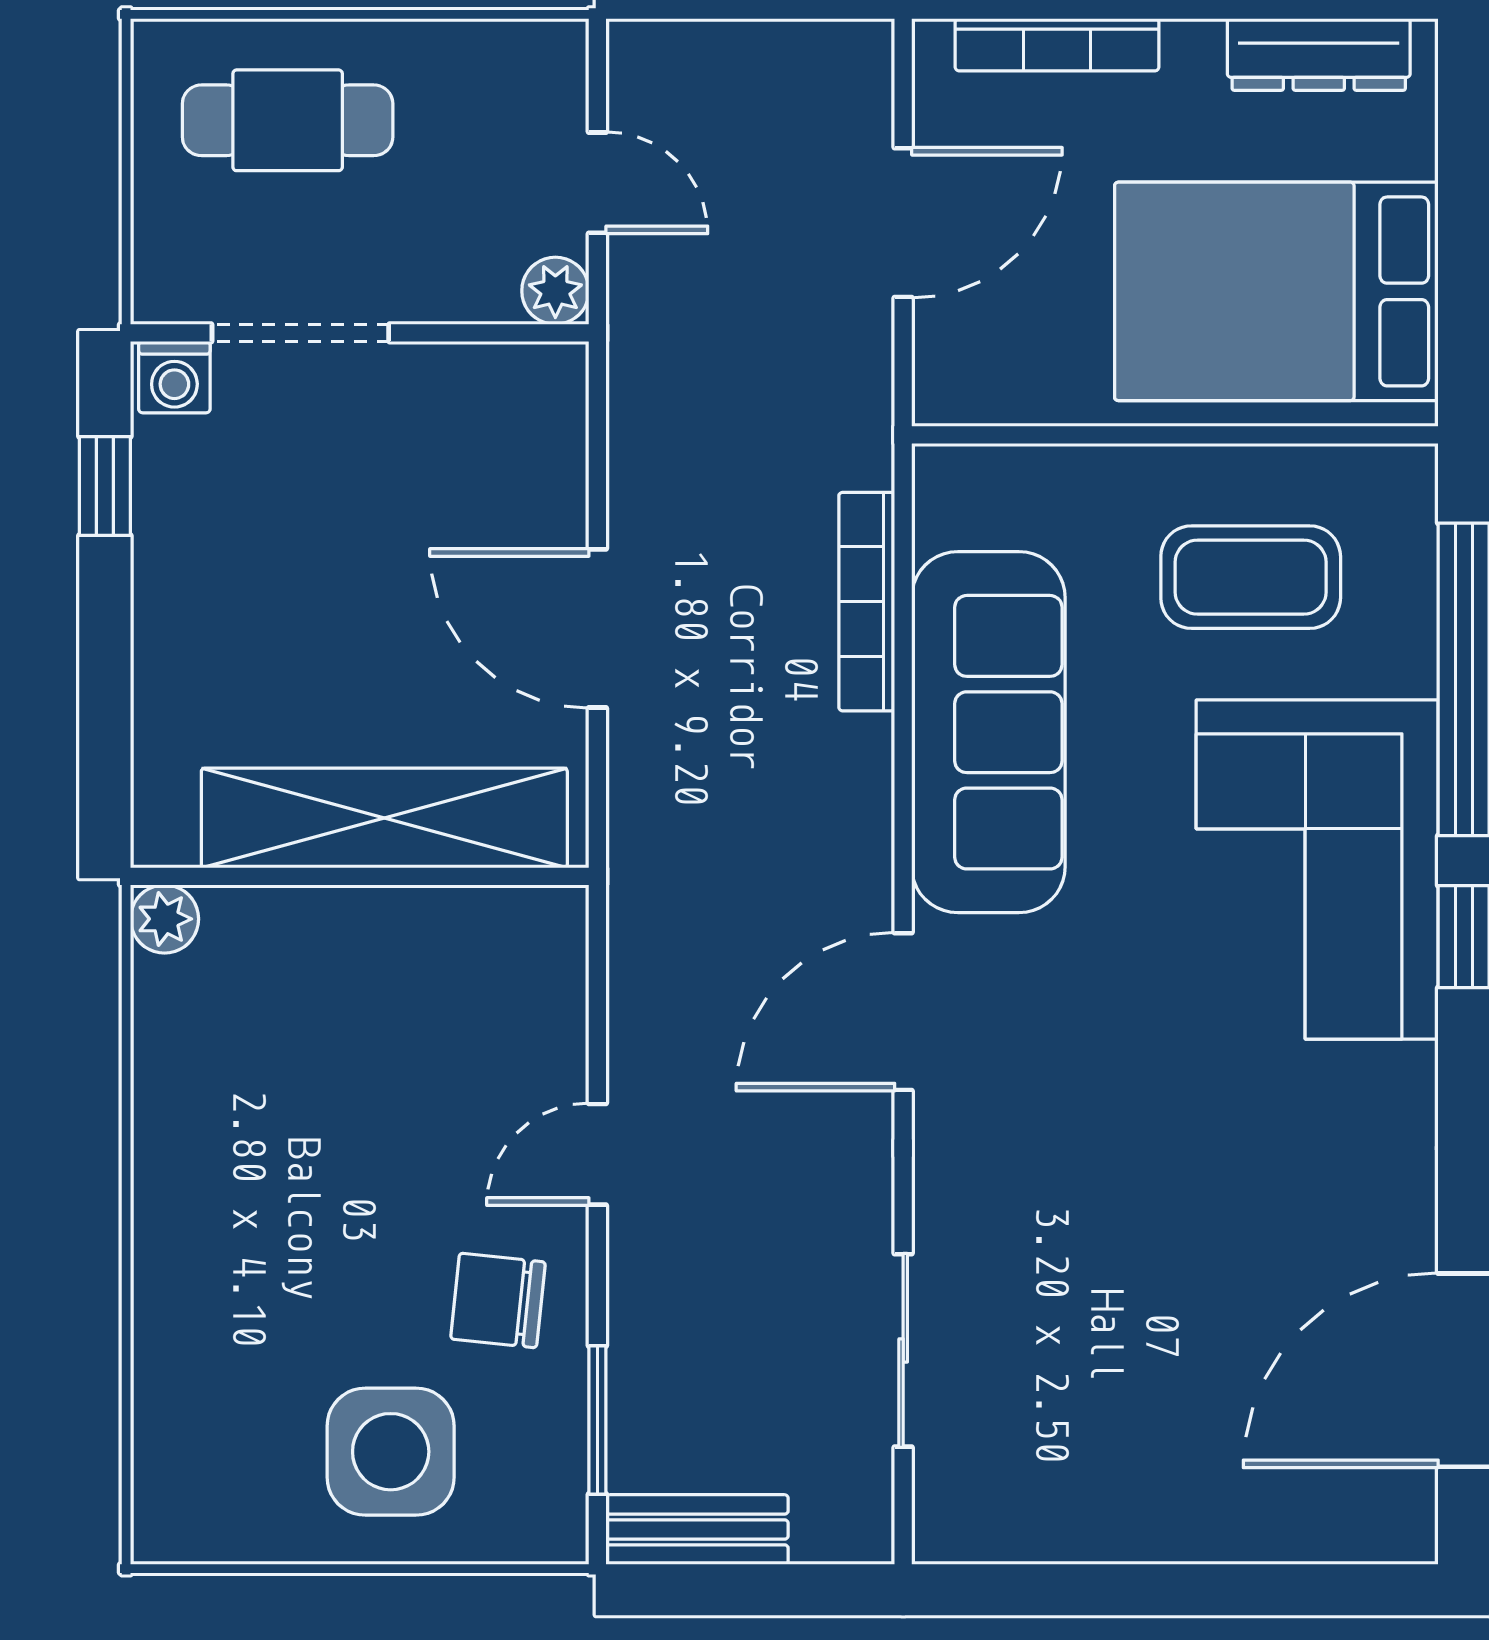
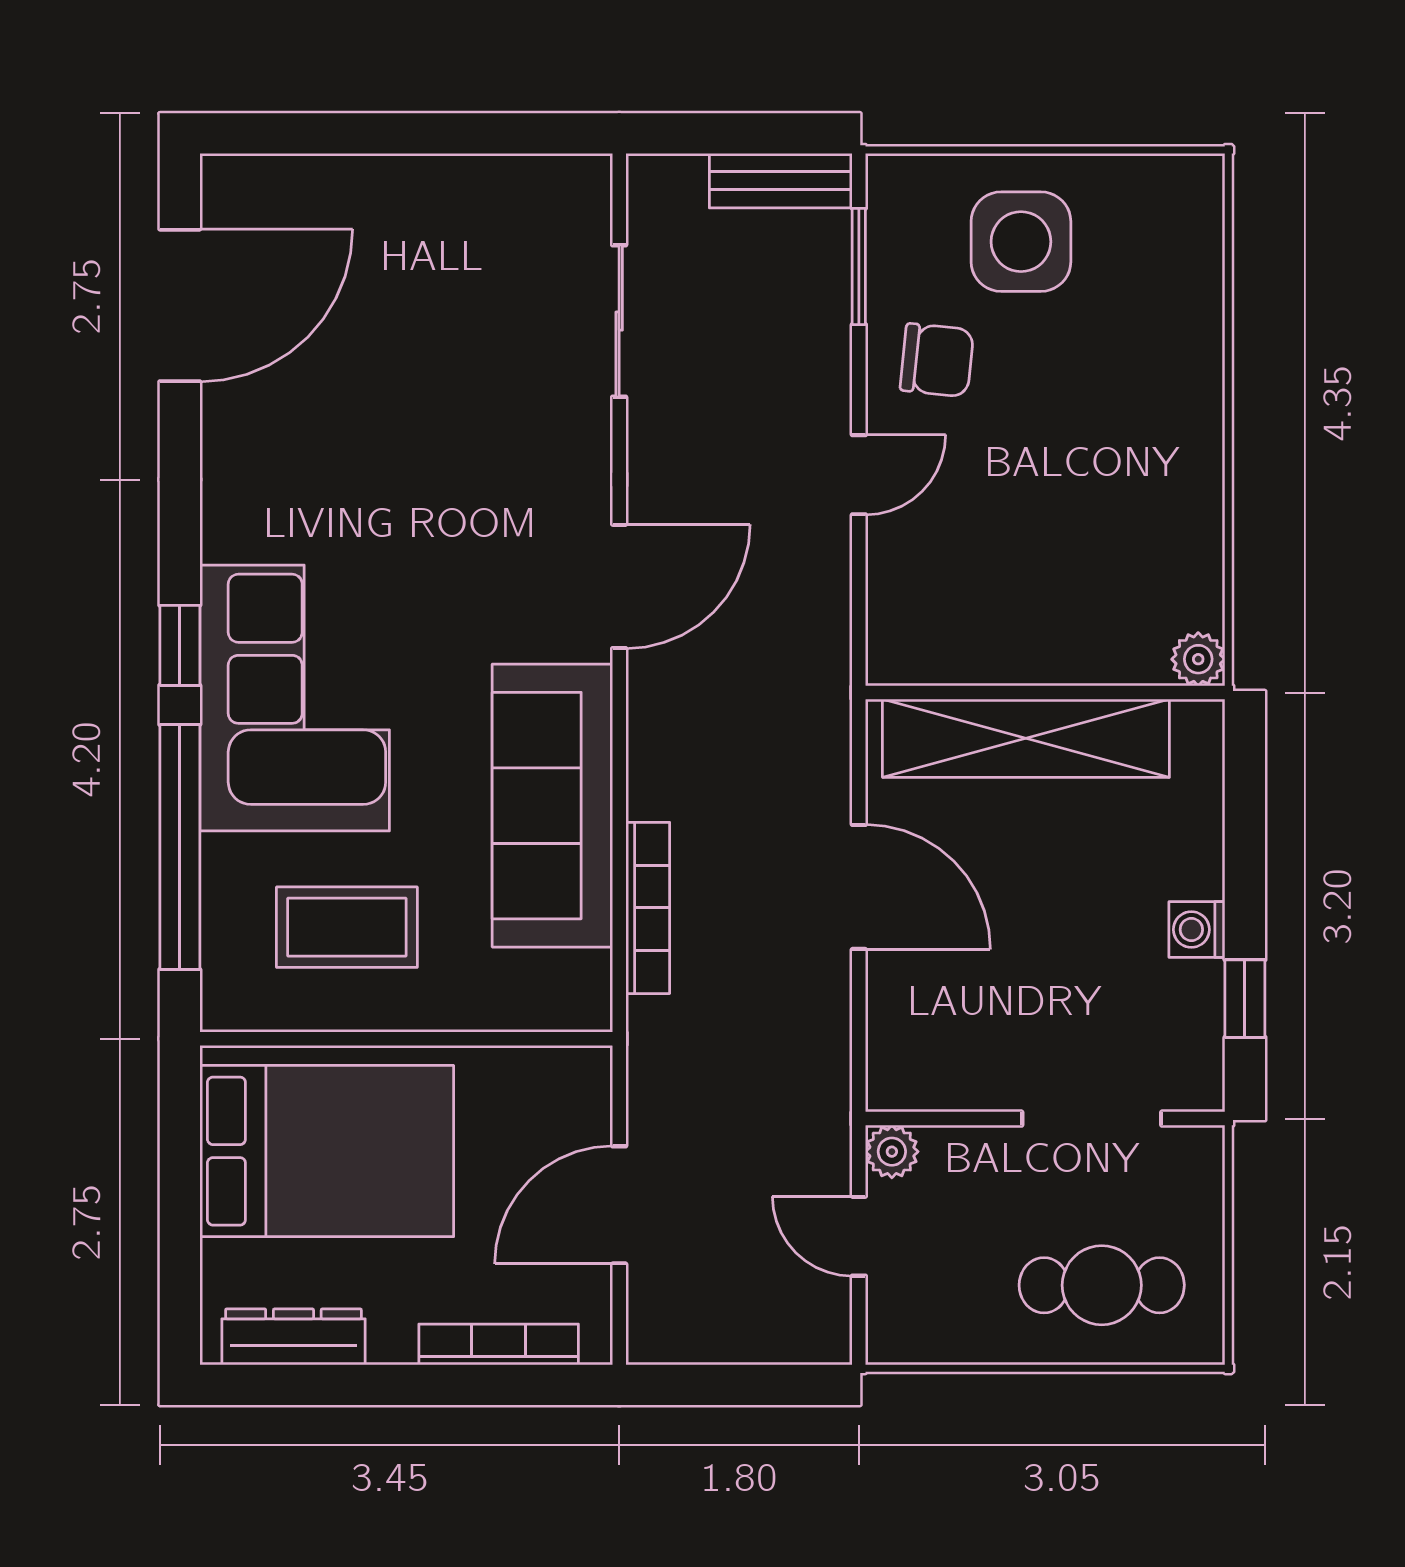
washing machine: (174, 377) -> (1197, 930), moved, turned -90

